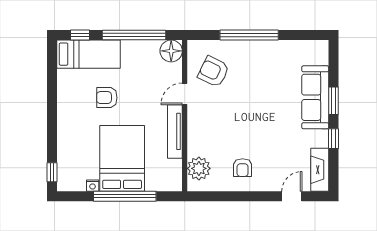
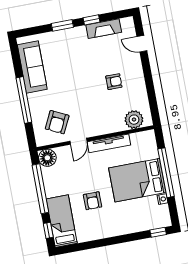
door: (185, 94) -> (78, 141), hinge flipped
sofa: (315, 97) -> (32, 67), moved, turned -90
armchair: (243, 168) -> (114, 82), moved
fireplace: (320, 170) -> (104, 29), moved

